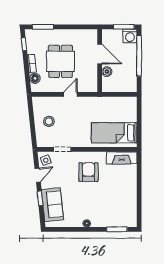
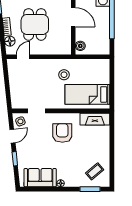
boiler: (107, 72) -> (80, 46), moved
door: (70, 94) -> (23, 57), moved
stool: (49, 121) -> (64, 75), moved
sofa: (52, 205) -> (40, 178), moved, turned -84
coffee table: (122, 211) -> (95, 171), added

